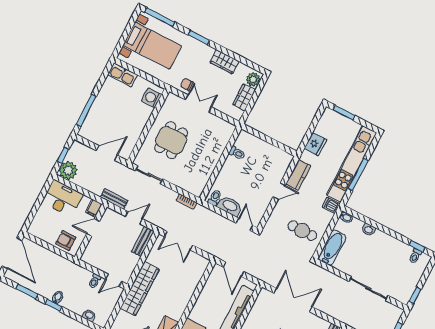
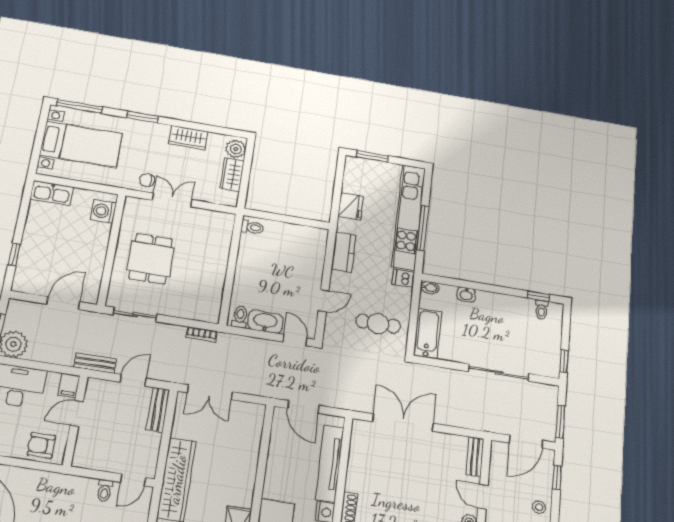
window: (86, 110) -> (14, 254), width x0.46
toilet: (237, 153) -> (252, 227), moved
door: (279, 191) -> (324, 301), moved

